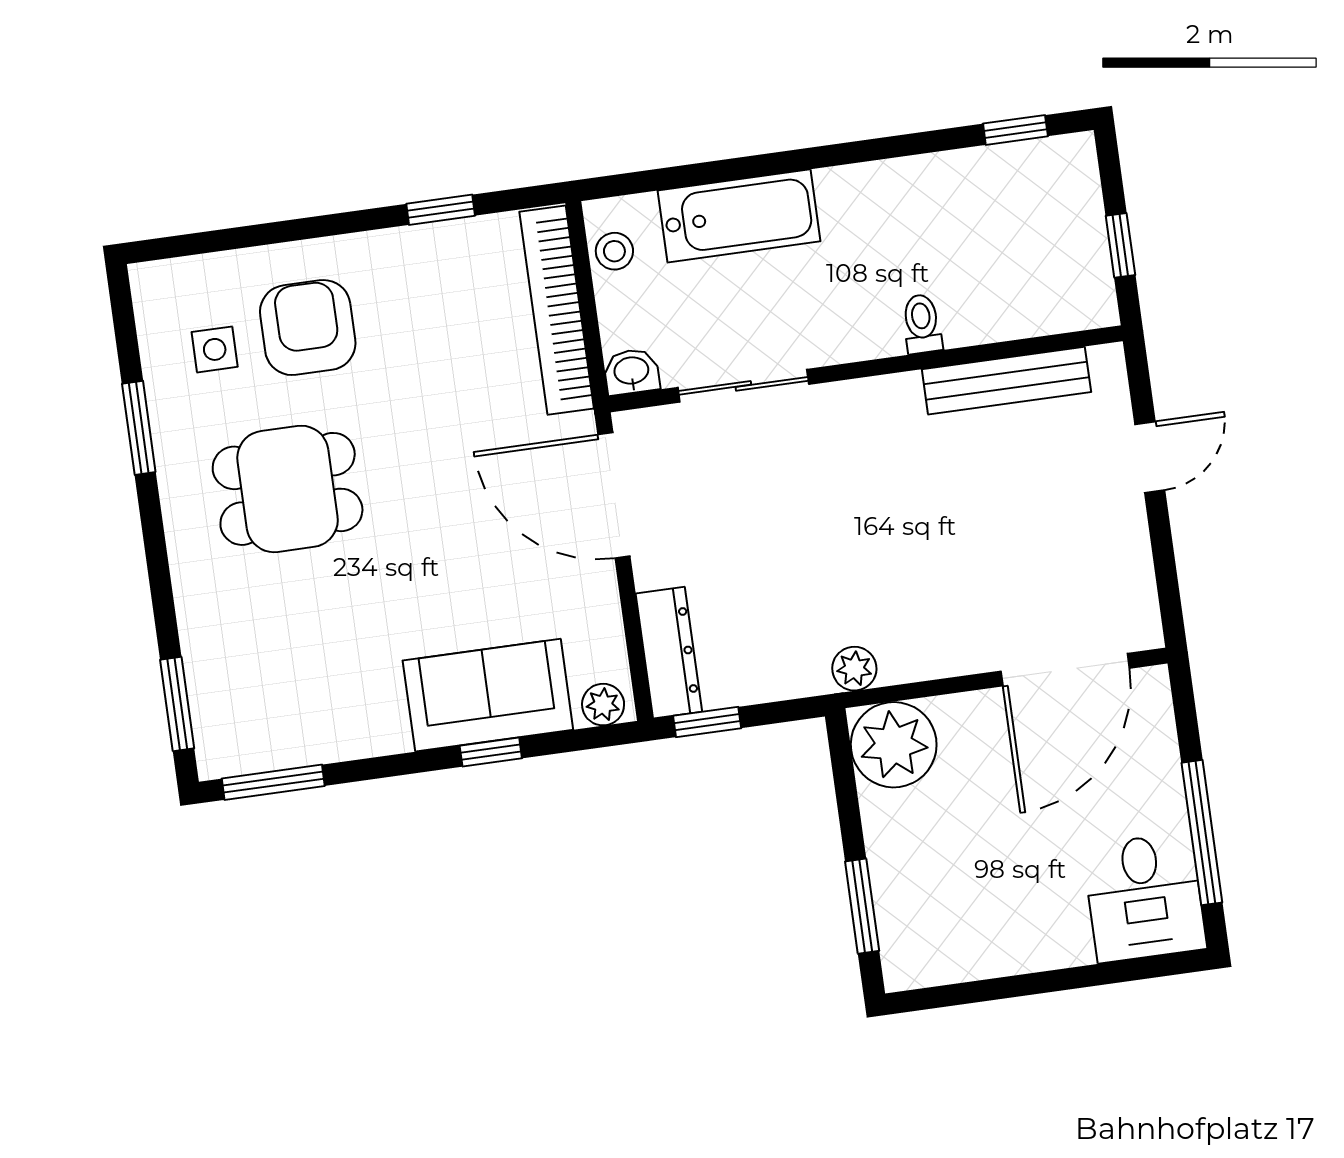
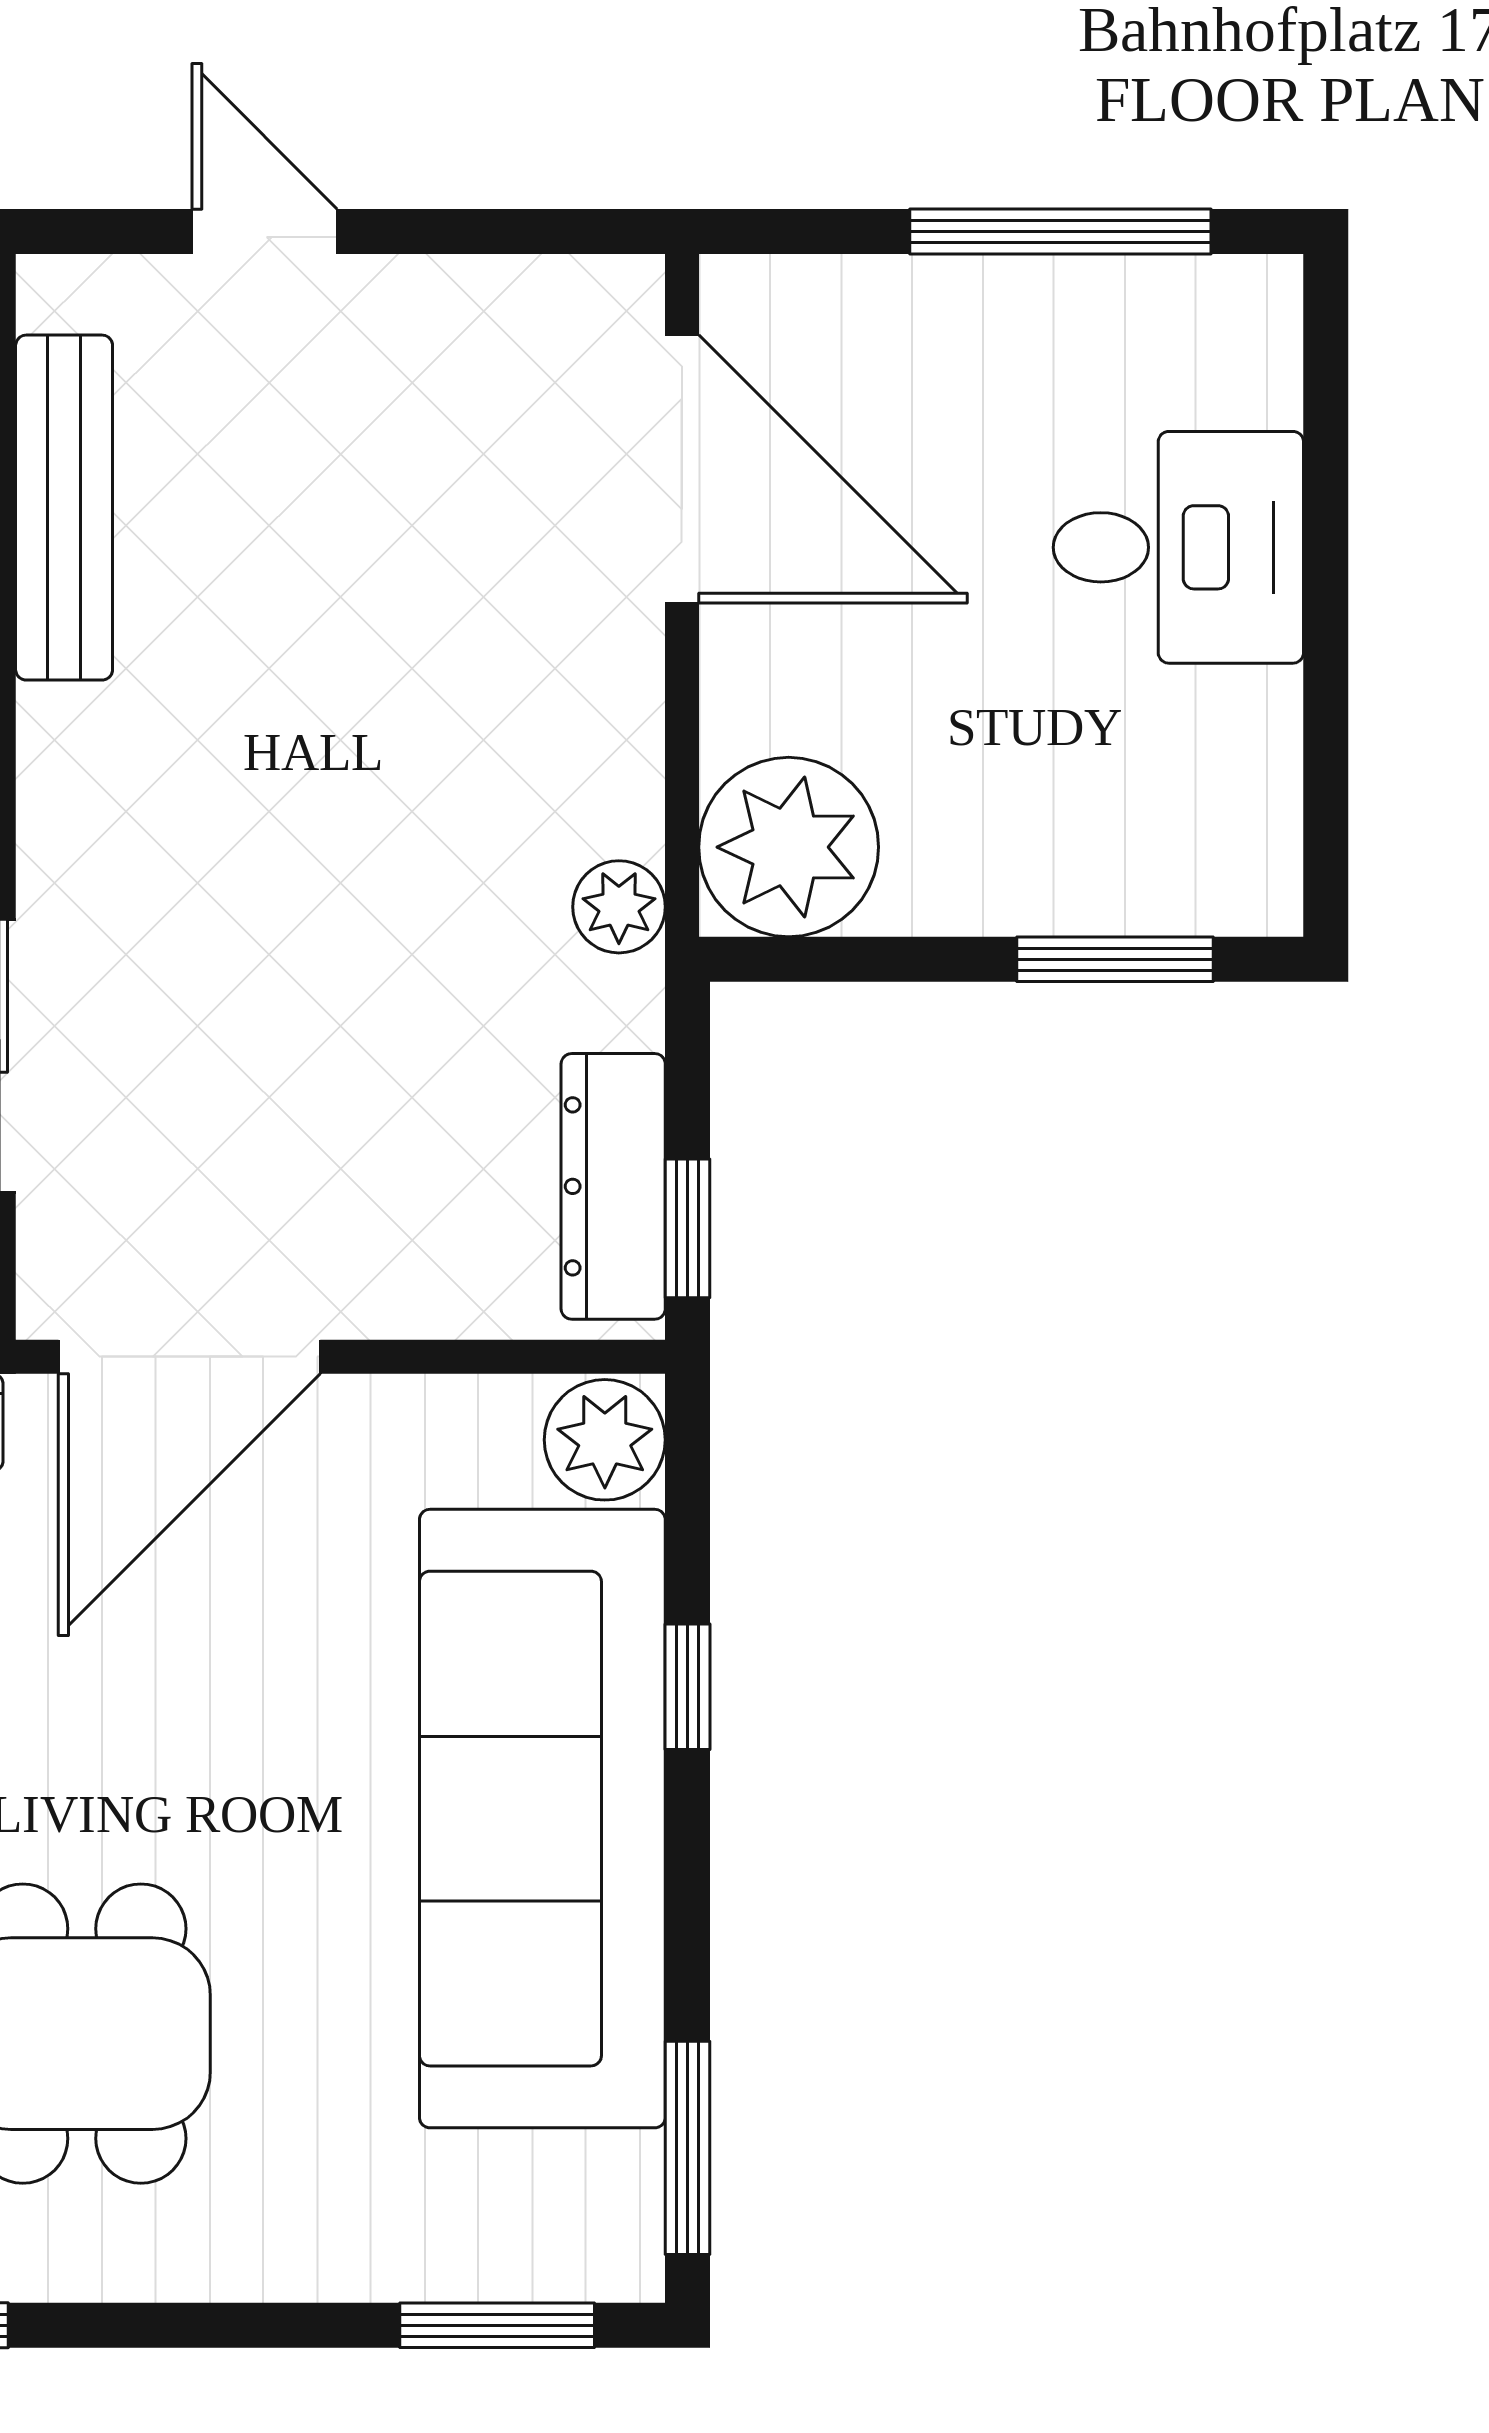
dresser: (669, 653) -> (613, 1186), moved, turned -90
sofa: (488, 695) -> (542, 1819), width x1.85, depth x1.27
plant: (603, 705) -> (605, 1440), width x1.38, depth x1.38
desk: (1144, 897) -> (1178, 547), moved

